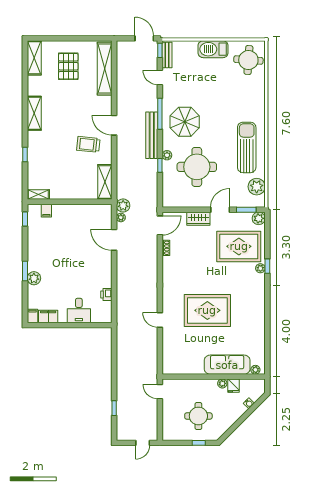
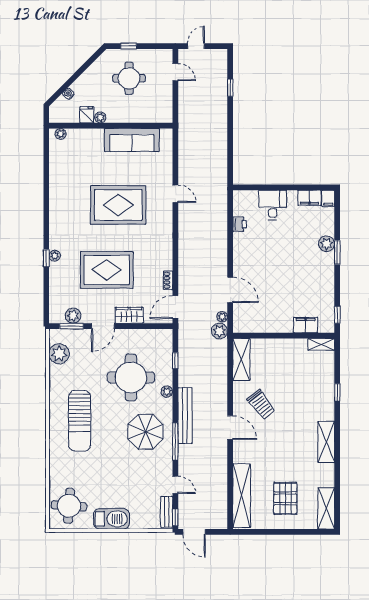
trolley: (88, 144) -> (261, 405), turned 46
sun lounger: (247, 147) -> (80, 421), moved
window: (160, 165) -> (175, 361), moved
filing cabinet: (46, 211) -> (306, 325), width x2.00
plant: (259, 218) -> (73, 316), moved
rug: (239, 246) -> (107, 270), moved
sofa: (227, 365) -> (132, 140), moved
door: (160, 392) -> (175, 72), moved

